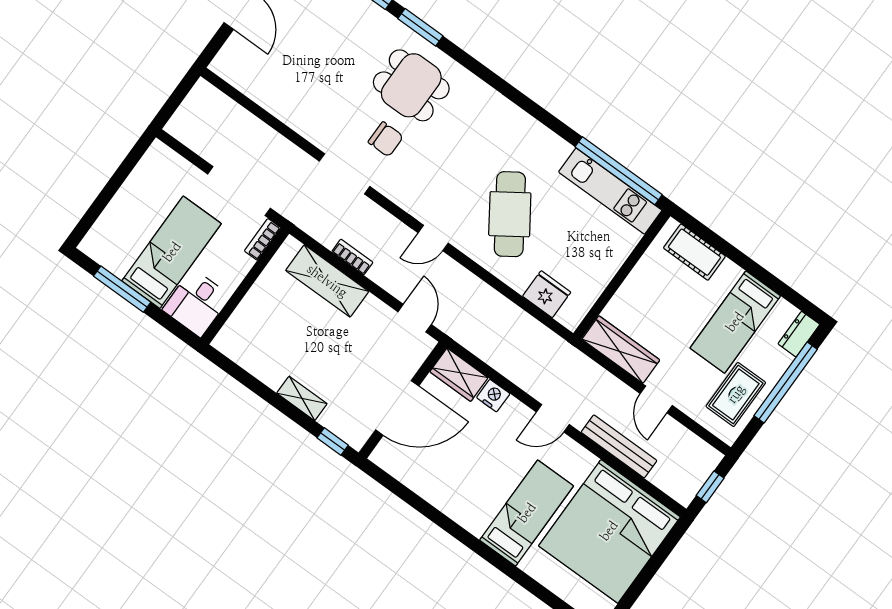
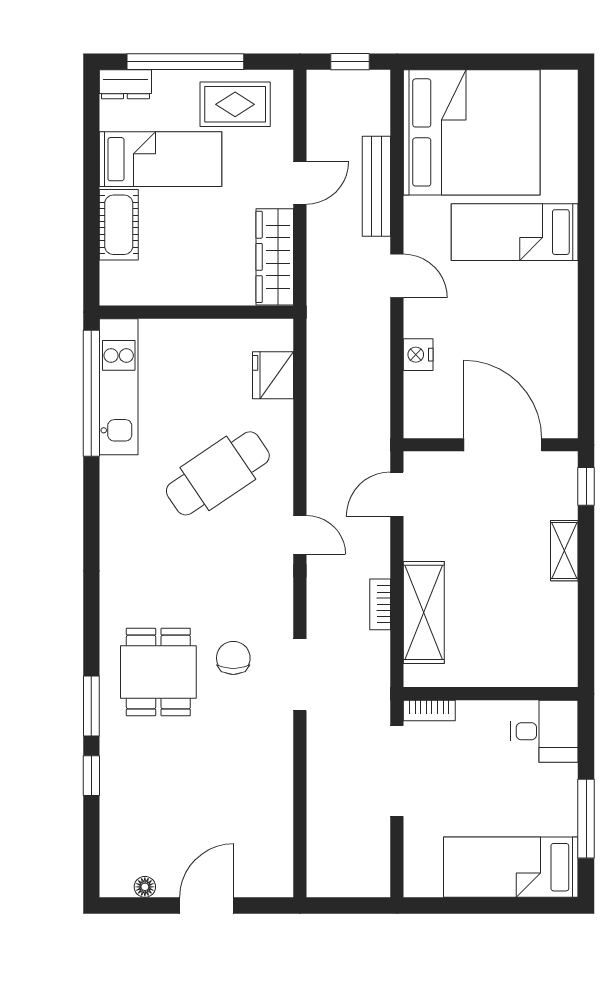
bed: (172, 252) -> (511, 867), moved
cot: (694, 252) -> (119, 225), moved
wardrobe: (459, 375) -> (422, 406), removed

